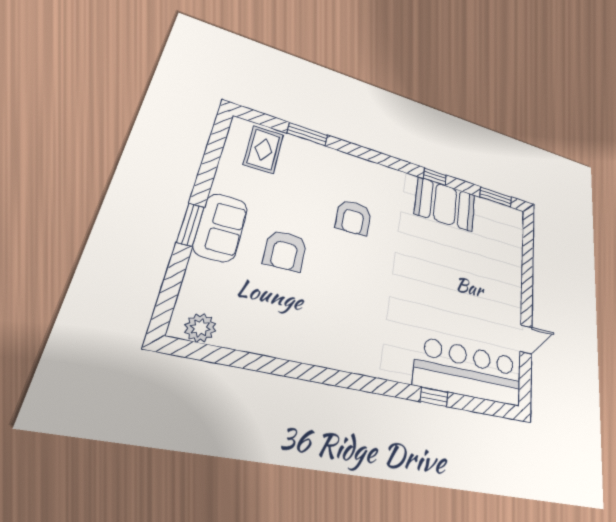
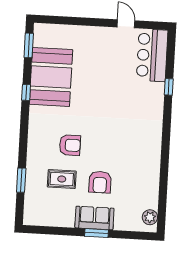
rug: (263, 150) -> (62, 179), moved
booth: (445, 204) -> (51, 77), width x1.36, depth x1.42
armchair: (285, 251) -> (100, 182), turned 90
bar counter: (469, 371) -> (152, 55), width x0.73

